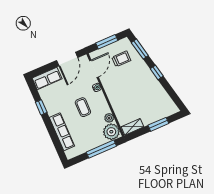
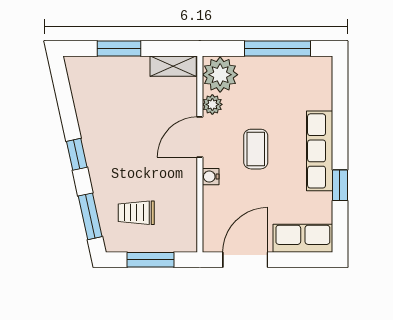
door: (94, 69) -> (200, 137), moved
row of seats: (62, 132) -> (320, 151), moved
window: (101, 149) -> (278, 48), moved

